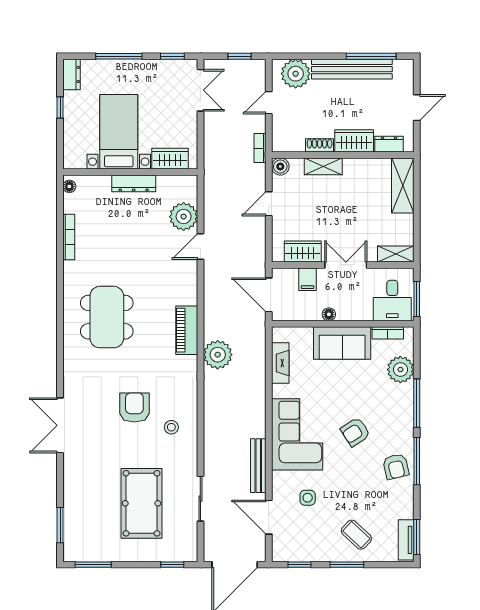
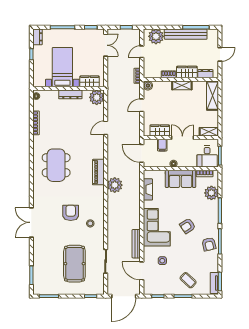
shelving: (323, 166) -> (182, 85), moved
plant: (184, 217) -> (97, 97), moved

